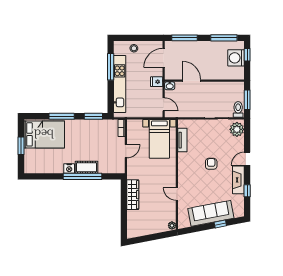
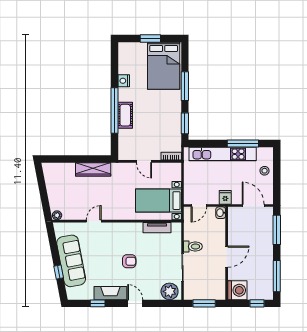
washing machine: (236, 58) -> (237, 290), moved, turned 90
door: (192, 81) -> (227, 257), moved
toilet: (238, 109) -> (193, 247), moved
nightstand: (69, 168) -> (124, 81), moved

